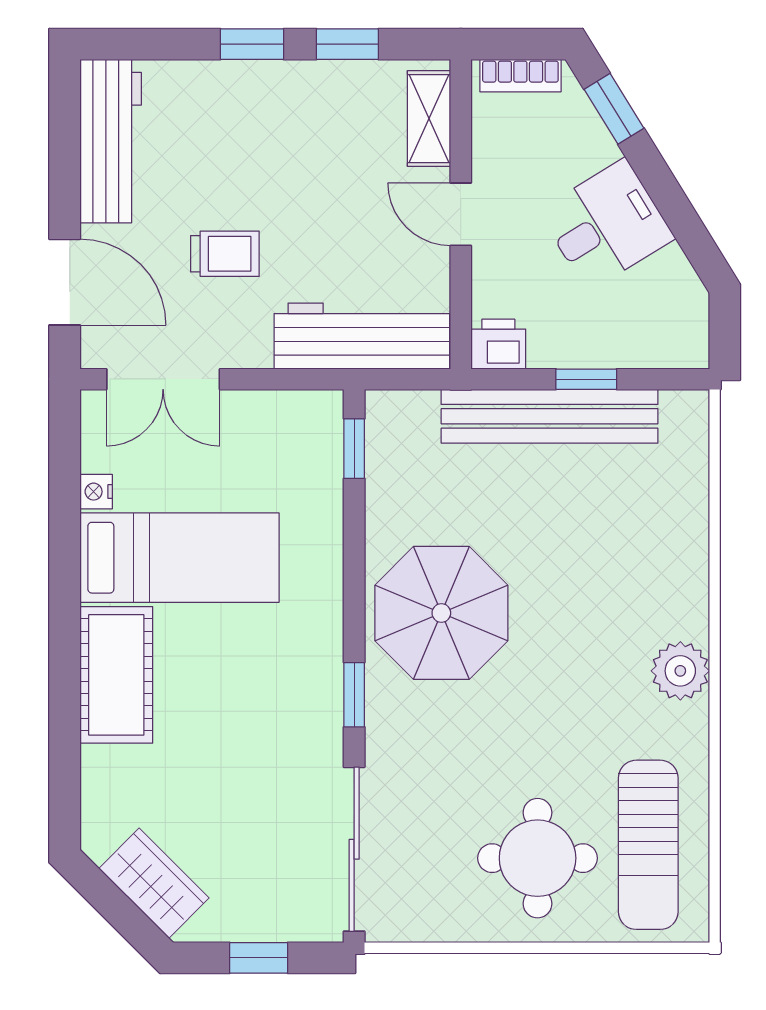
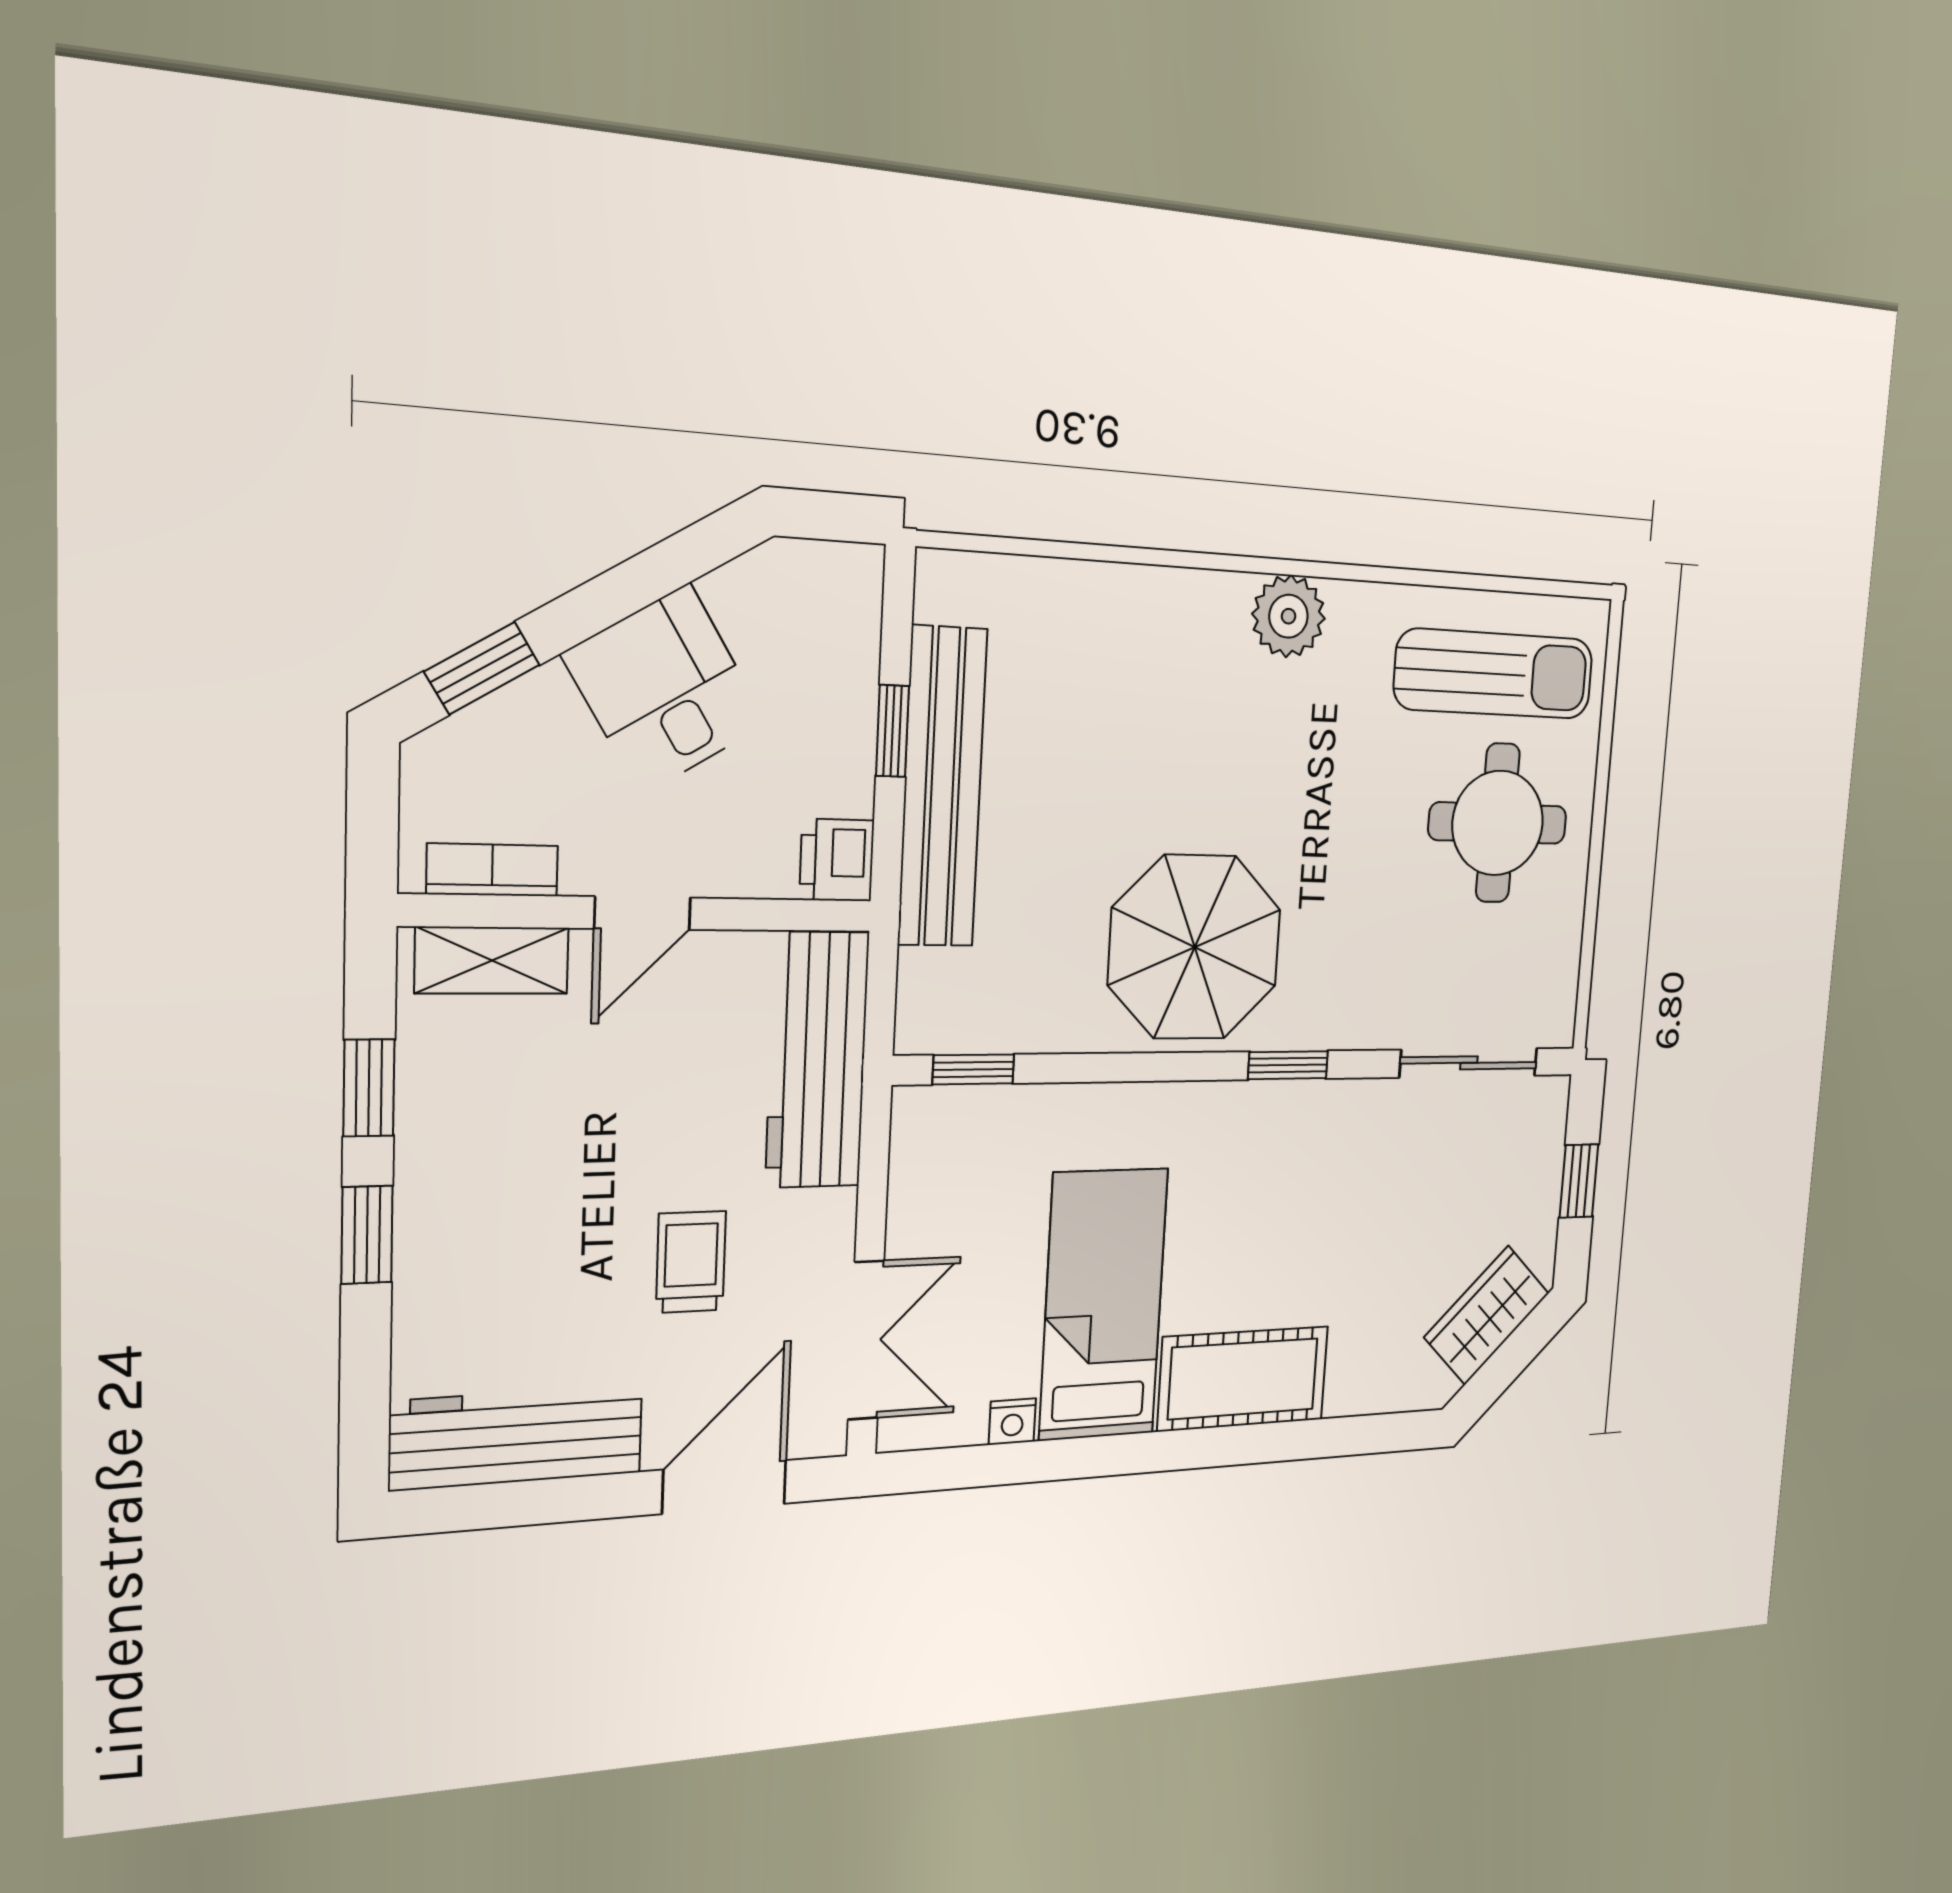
bookcase: (520, 76) -> (492, 870), moved, turned -90
sliding door: (354, 849) -> (1469, 1063), width x0.73

